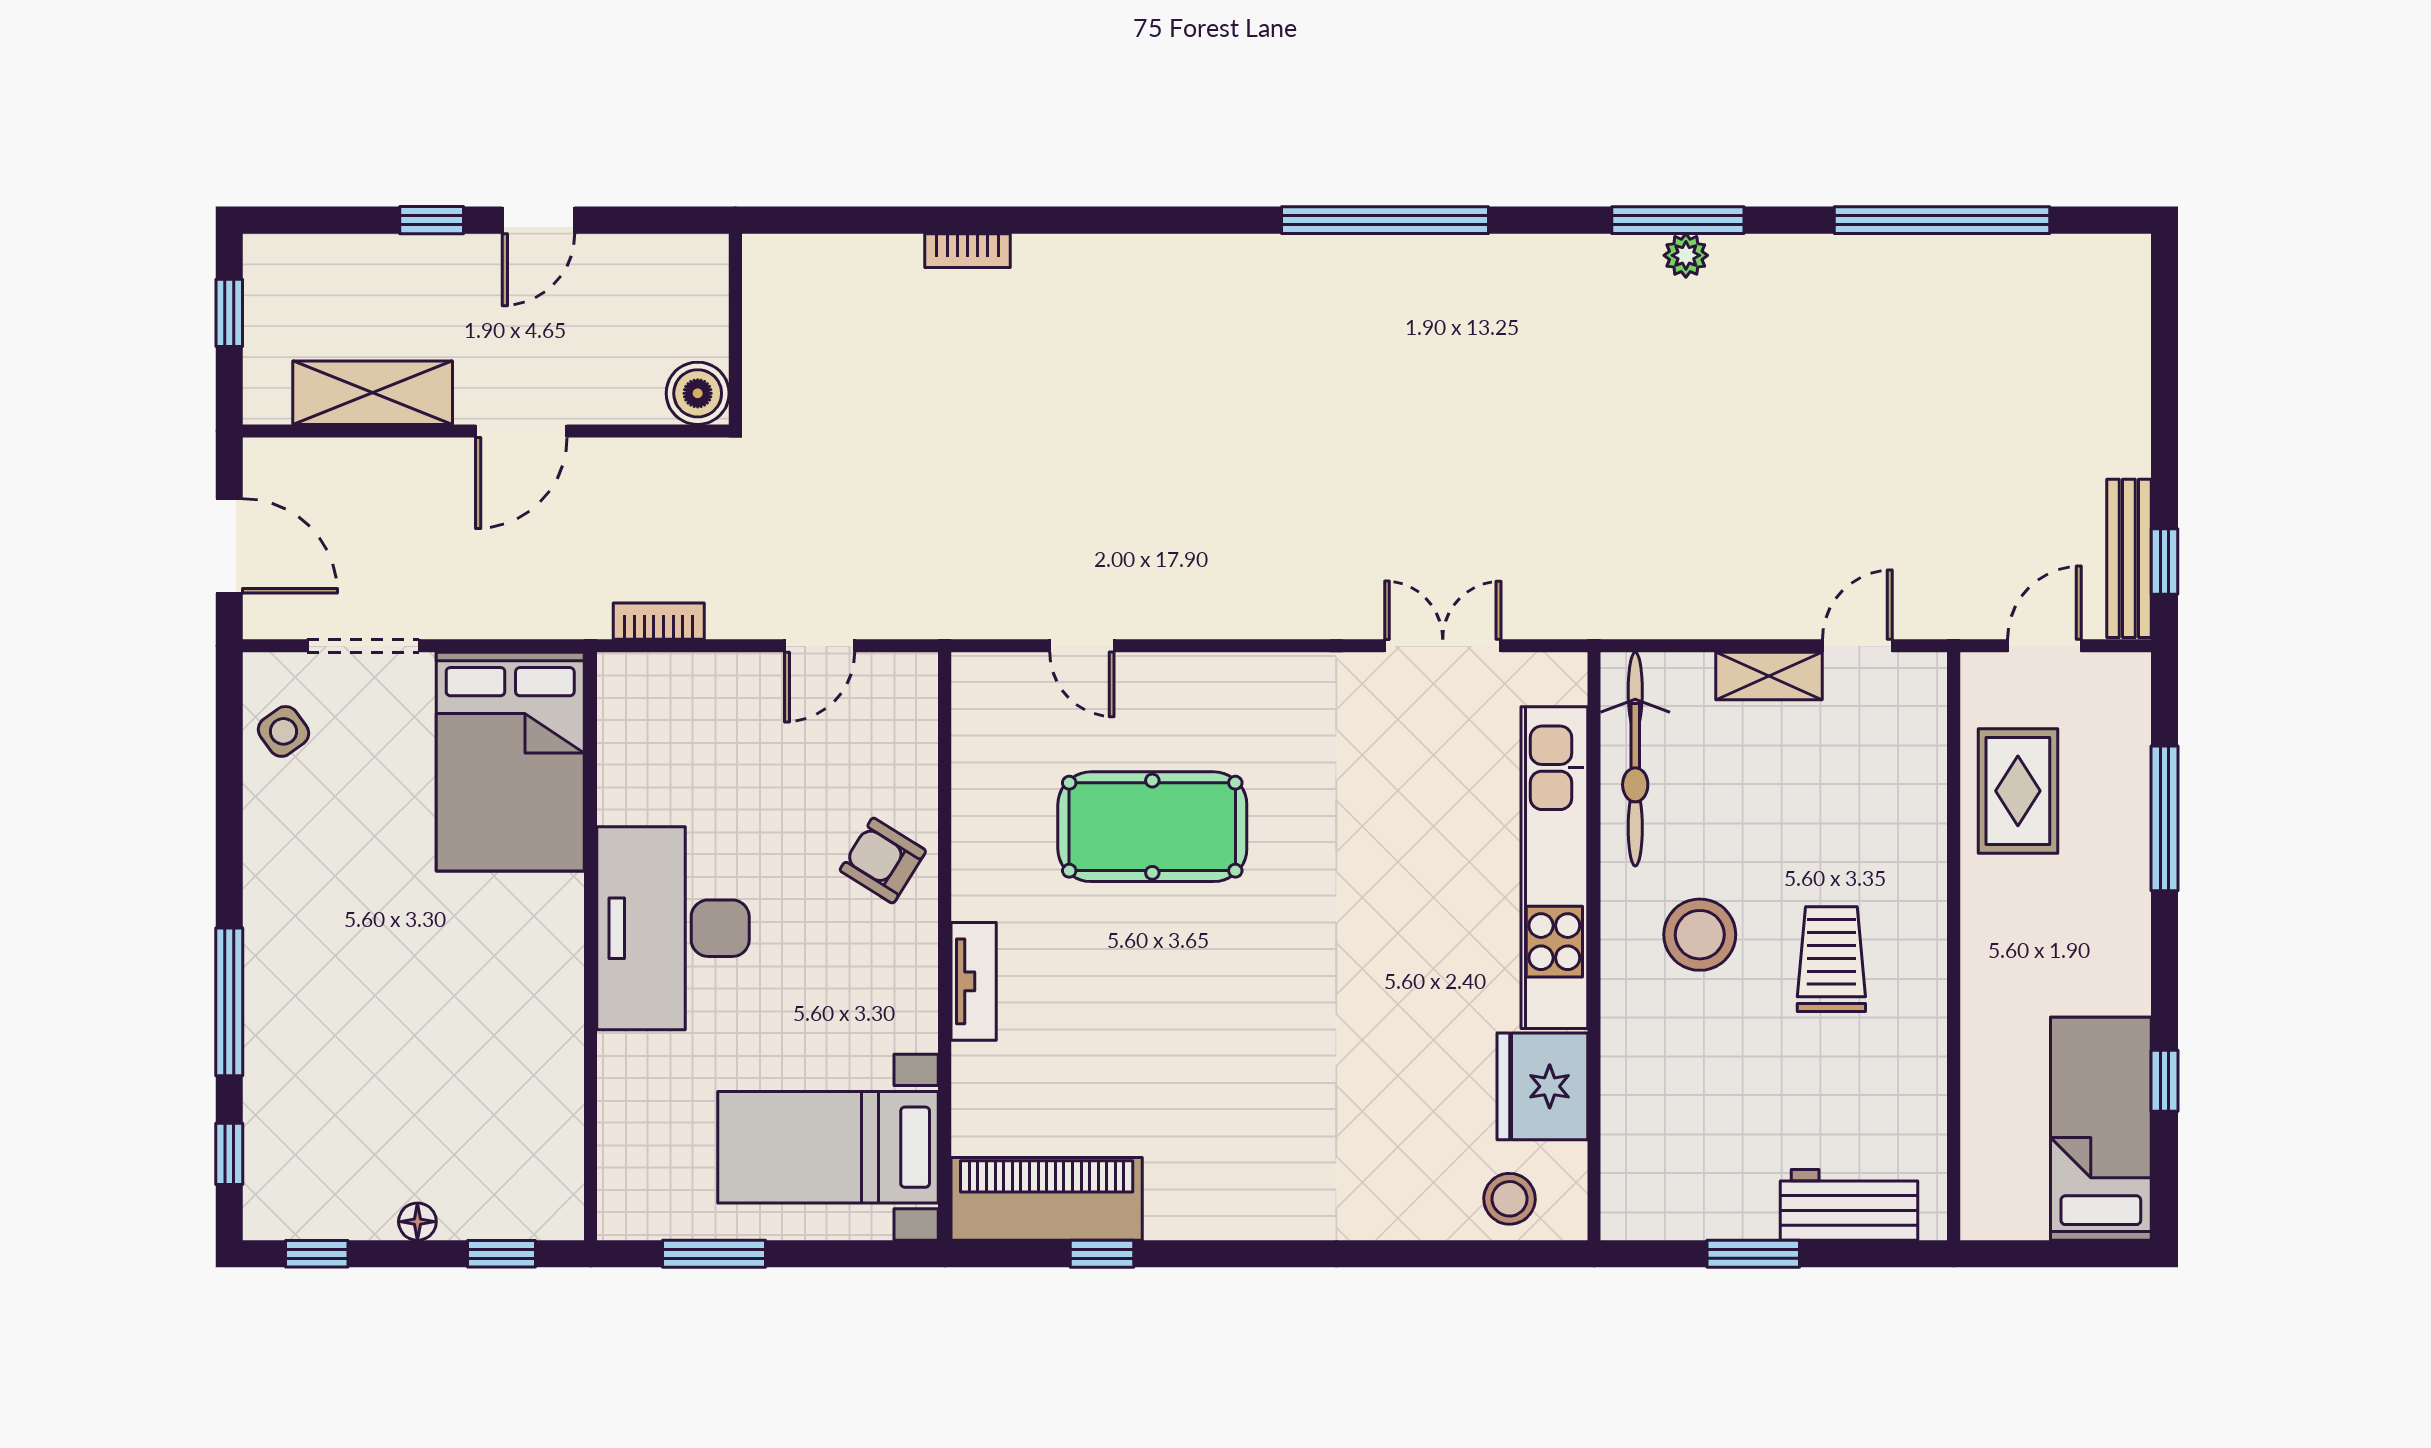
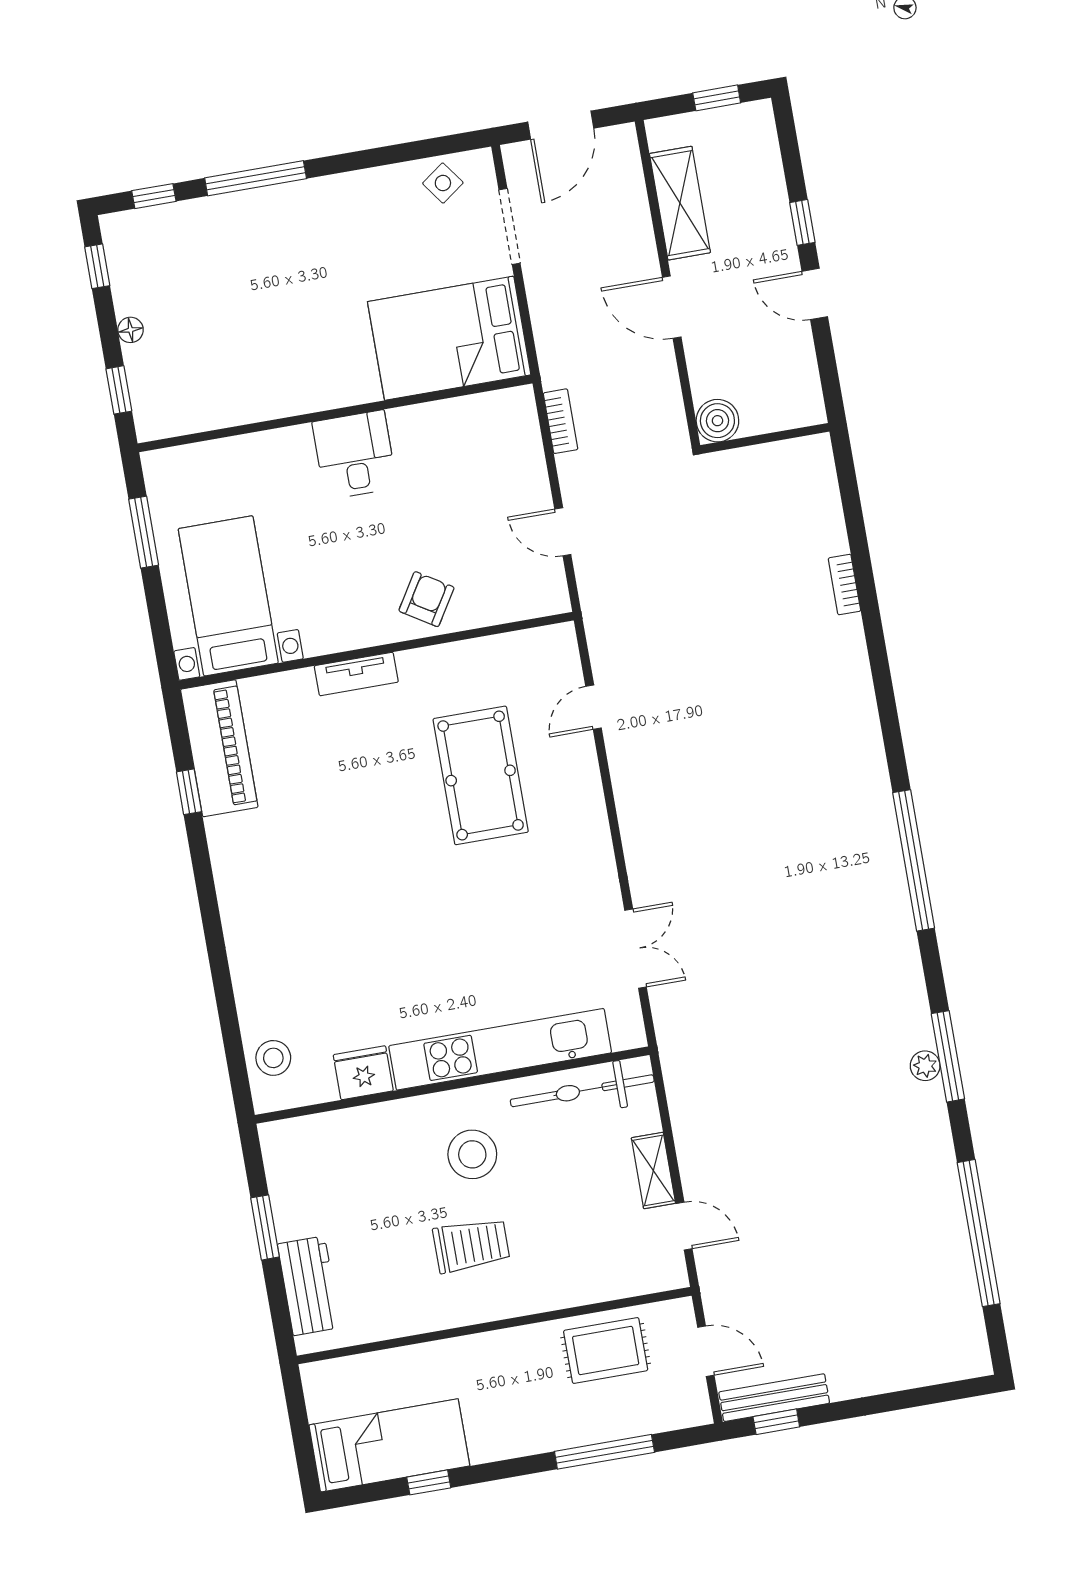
desk: (673, 928) -> (355, 455), width x0.53, depth x0.77
fridge: (1542, 1086) -> (363, 1073), width x0.73, depth x0.75

